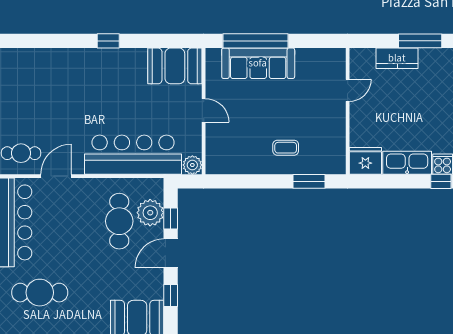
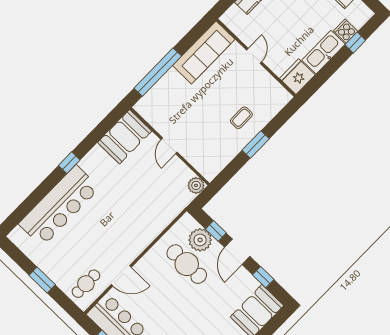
sofa: (258, 63) -> (204, 52), moved
door: (348, 90) -> (254, 56), moved
door: (204, 110) -> (169, 146), swing flipped
bar counter: (133, 155) -> (59, 206), moved, turned 180
door: (56, 176) -> (121, 276), swing flipped
window: (309, 181) -> (256, 145), moved

